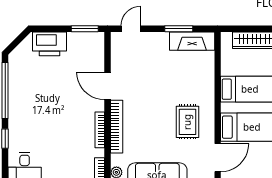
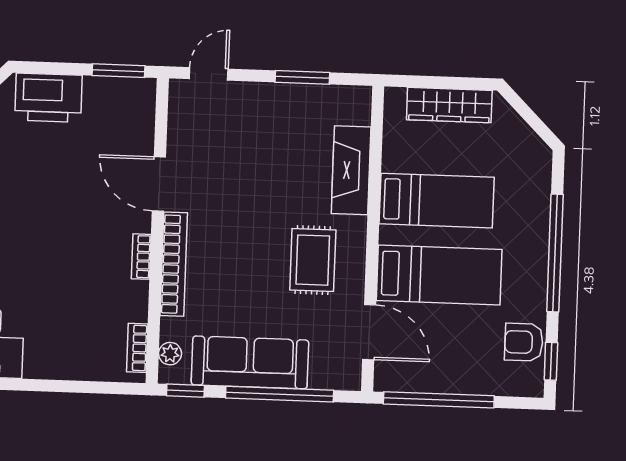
fireplace: (192, 41) -> (351, 170), moved, turned 90
bookcase: (100, 130) -> (141, 257), width x0.64
door: (218, 158) -> (369, 332), hinge flipped

